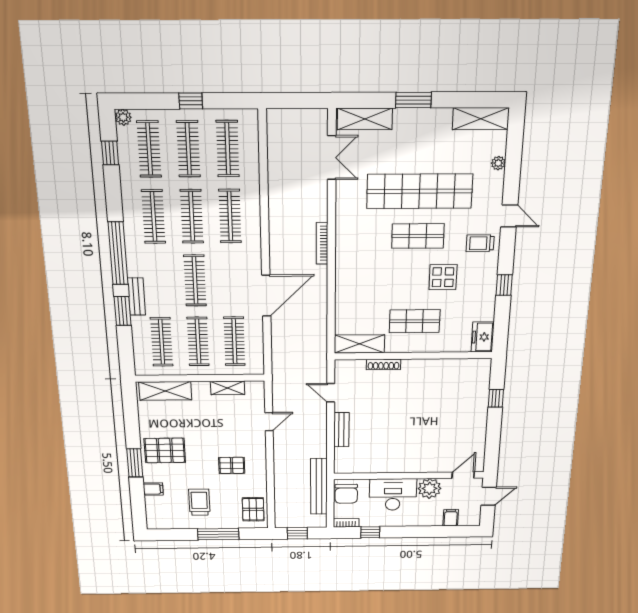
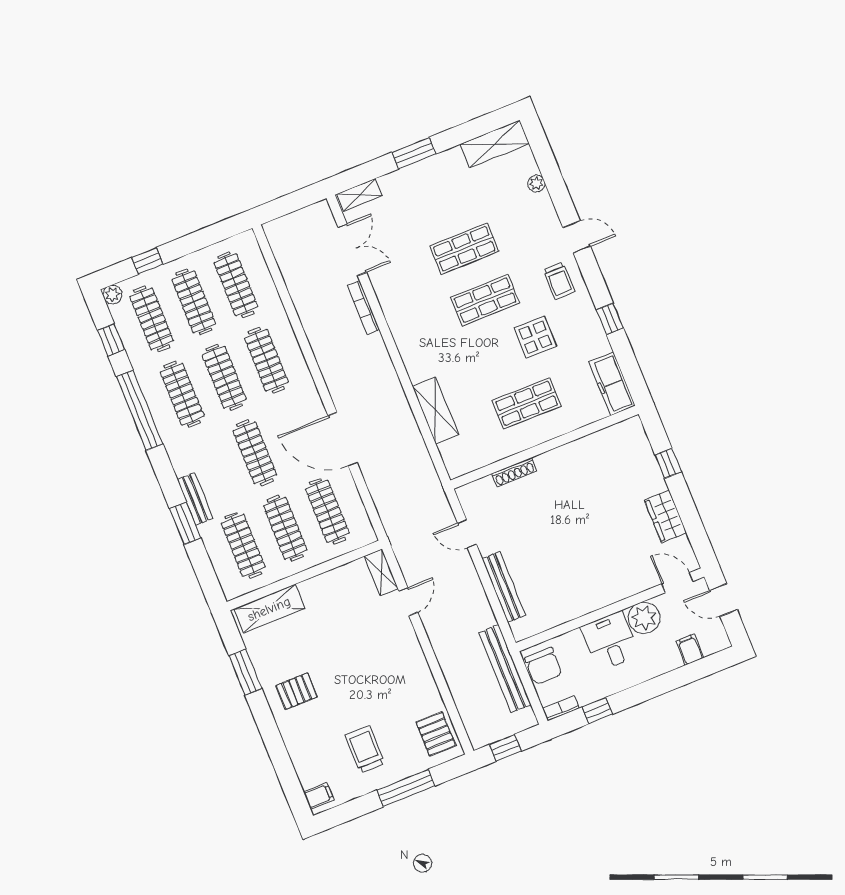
window: (191, 101) -> (147, 261), moved
shelving: (365, 119) -> (360, 195), width x0.67, depth x0.75
shop shelf: (420, 191) -> (464, 249), width x0.50, depth x0.74
bookcase: (322, 243) -> (363, 307), moved
trolley: (480, 243) -> (559, 281), turned -90
window: (118, 253) -> (140, 410), moved
door: (266, 296) -> (343, 439), swing flipped
freezer: (483, 337) -> (612, 384), width x1.40
shelving: (359, 344) -> (435, 410), moved, turned 90
shelving: (228, 388) -> (381, 572), moved, turned 90
bench: (341, 430) -> (504, 587), width x1.36
wardrobe: (476, 431) -> (666, 516), added
pallet: (165, 450) -> (297, 691), width x0.67, depth x0.71
window: (135, 463) -> (245, 672), moved
pallet: (232, 465) -> (386, 681), removed
door: (463, 475) -> (677, 583), hinge flipped
filing cabinet: (153, 489) -> (319, 796), moved
desk: (393, 495) -> (610, 641), width x0.73
door: (489, 496) -> (723, 600), swing flipped

